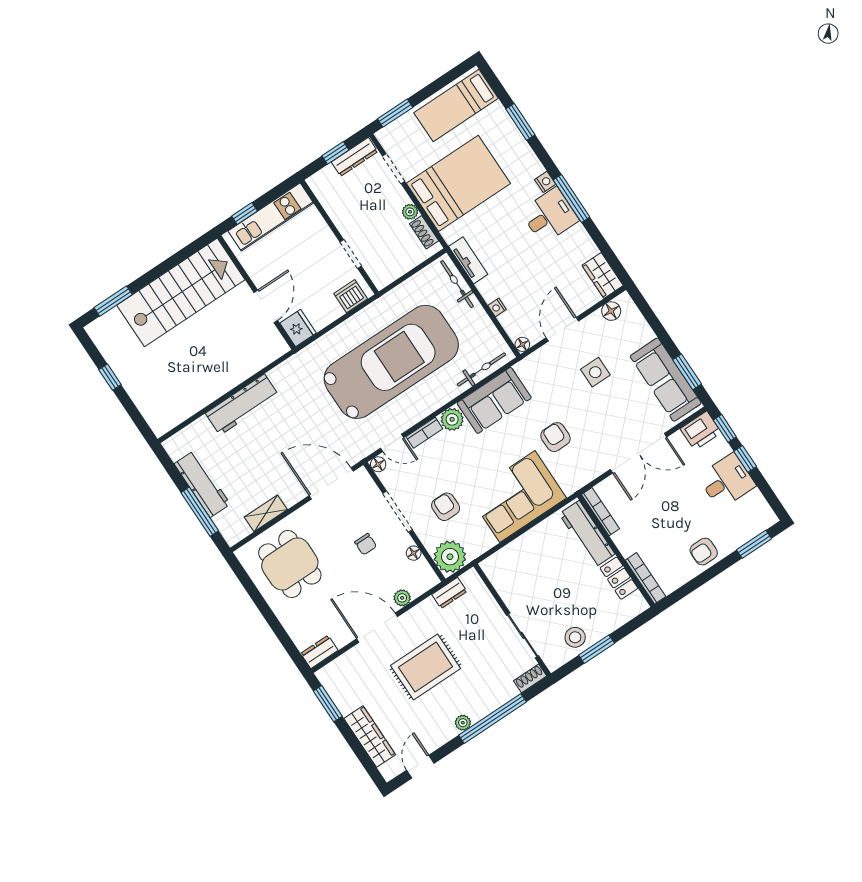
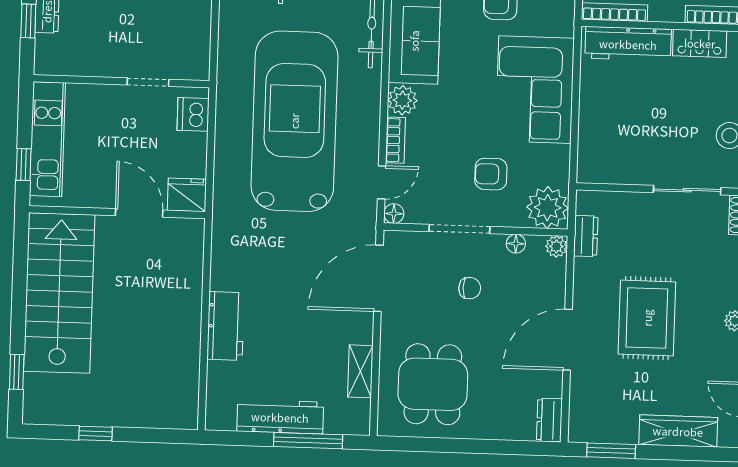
window: (113, 301) -> (17, 372), width x0.67
workbench: (242, 405) -> (226, 326), width x0.73
dining table: (290, 564) -> (433, 384), turned 90
plant: (402, 598) -> (556, 246), moved

